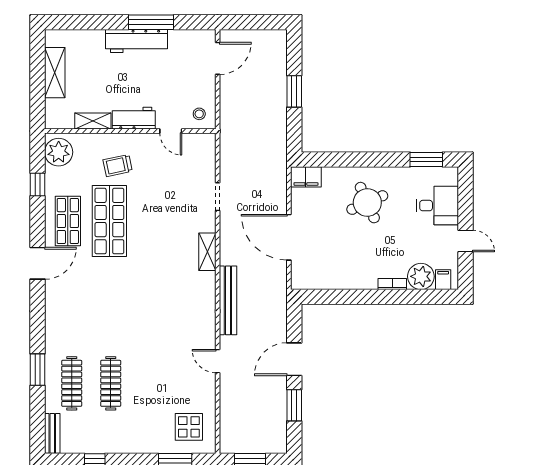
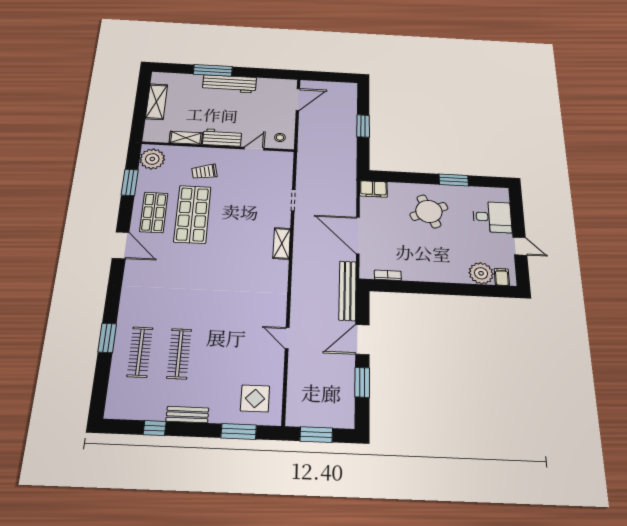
window: (151, 22) -> (213, 70), moved
door: (171, 131) -> (254, 149), swing flipped
window: (426, 160) -> (454, 180), moved
window: (37, 184) -> (130, 182), width x1.50
door: (37, 263) -> (121, 245), hinge flipped
bookcase: (392, 284) -> (388, 275), moved
bench: (228, 300) -> (348, 291), moved
bench: (52, 433) -> (187, 415), moved, turned 90

